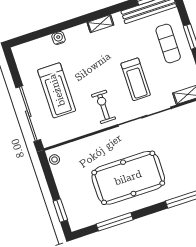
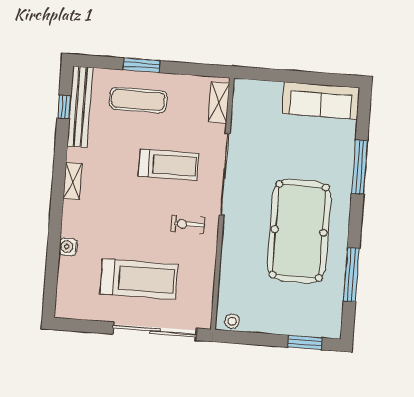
exercise bike: (103, 107) -> (188, 224), width x0.73, depth x0.72

